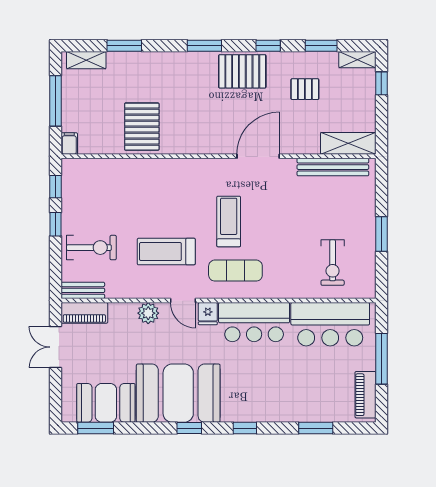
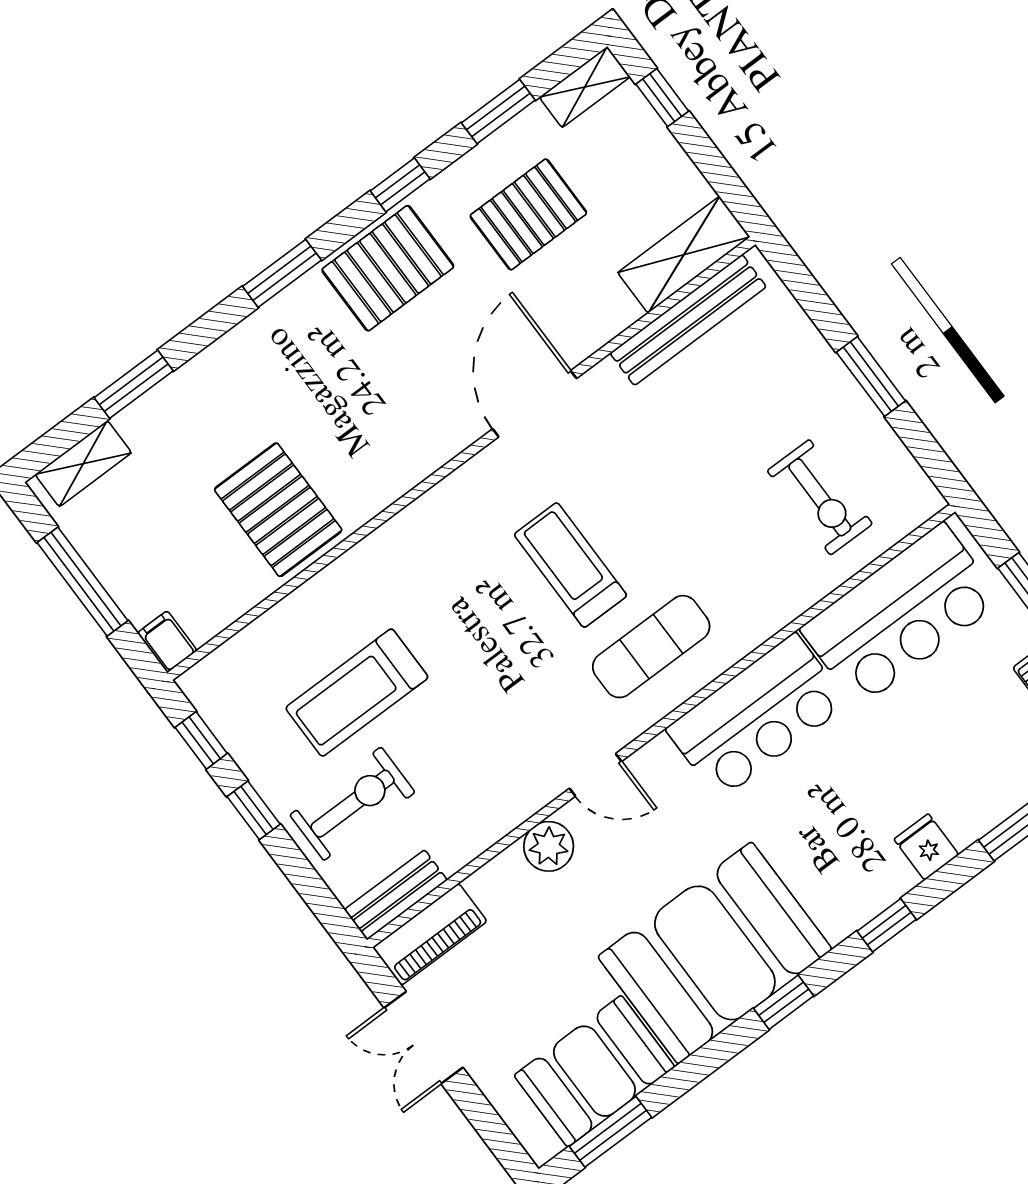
pallet: (305, 89) -> (528, 214), width x1.50, depth x1.42
treadmill: (166, 252) -> (357, 693), moved
fridge: (208, 314) -> (926, 847), moved, turned 180

